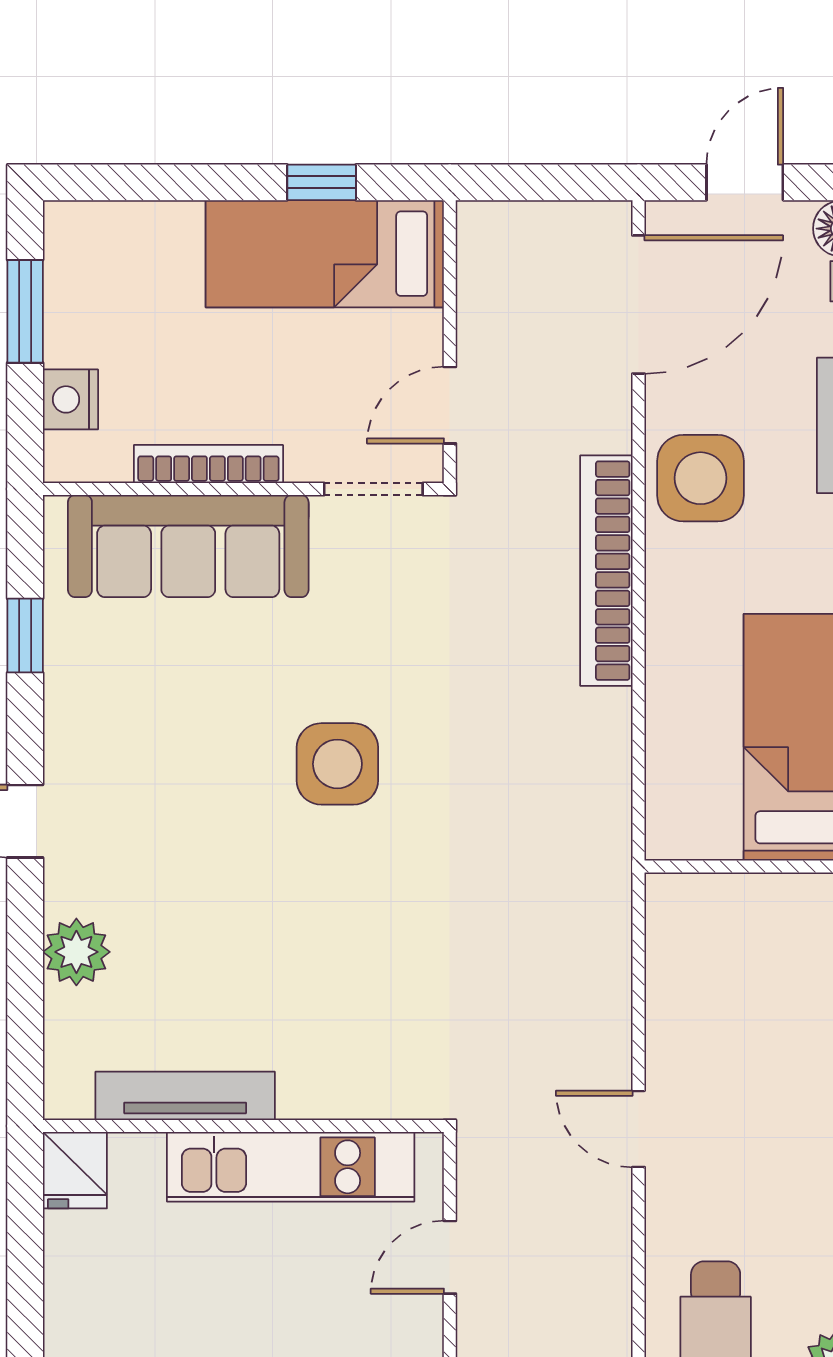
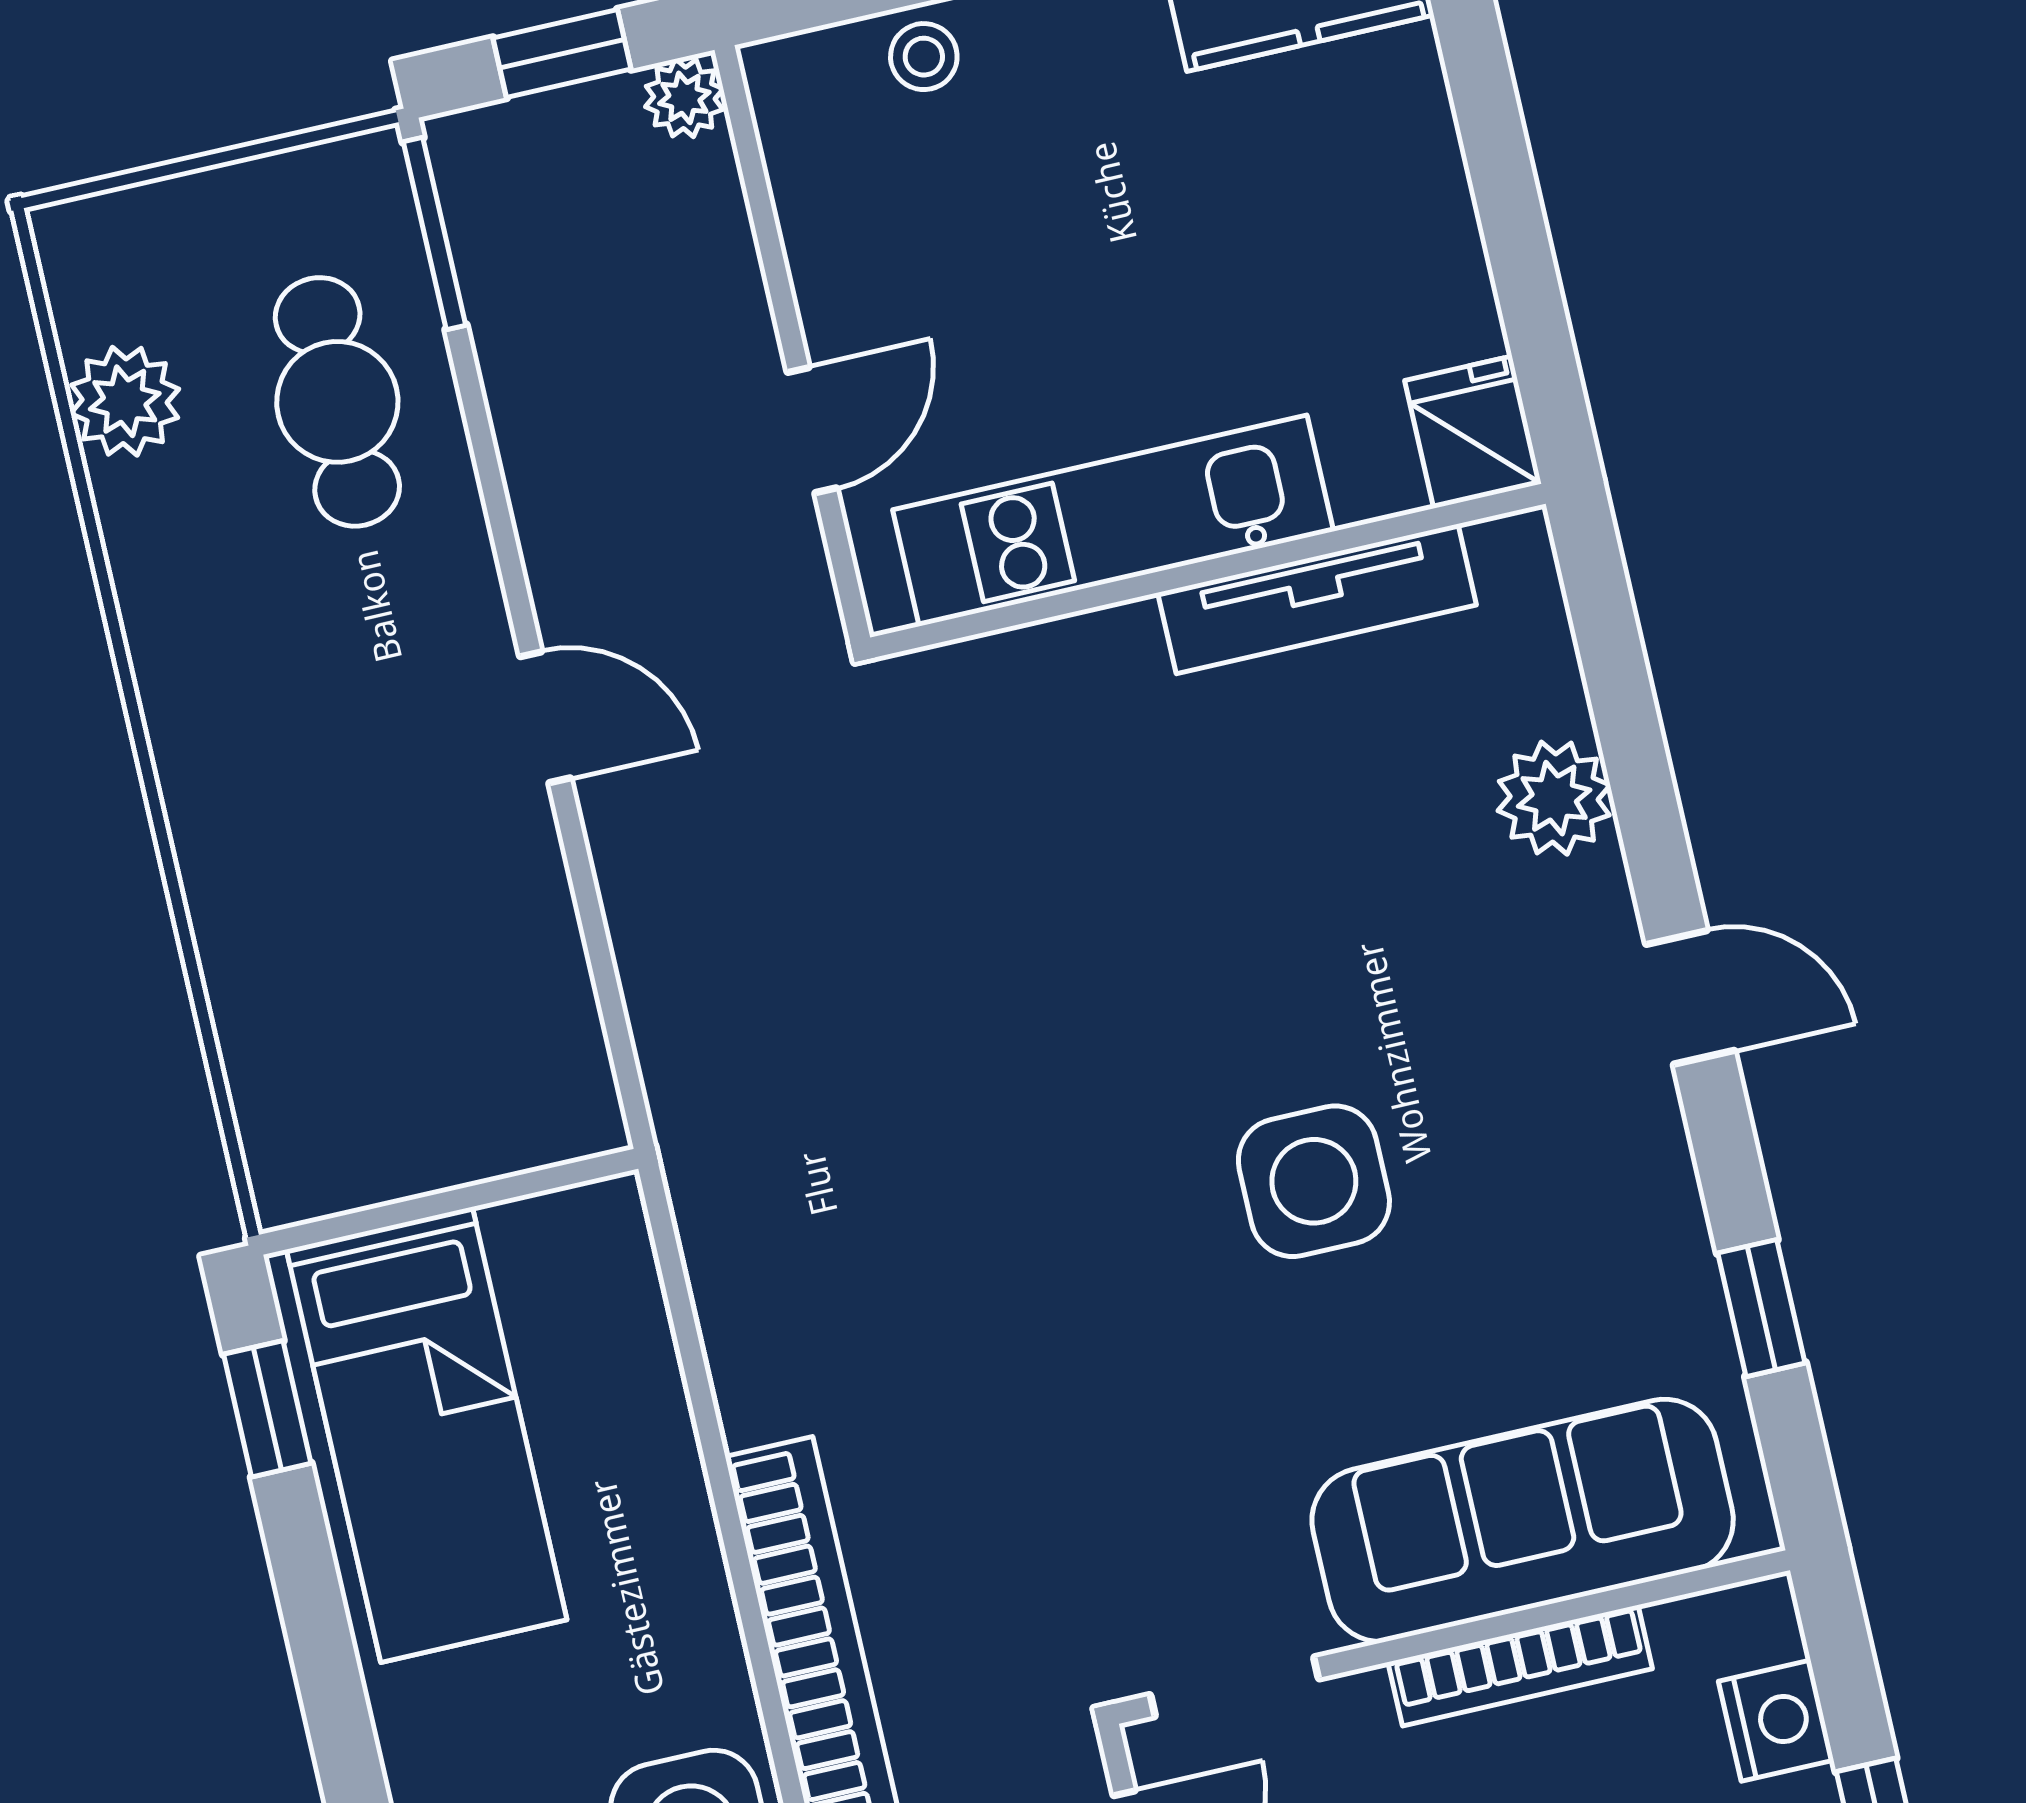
side table: (337, 764) -> (1314, 1181), moved

